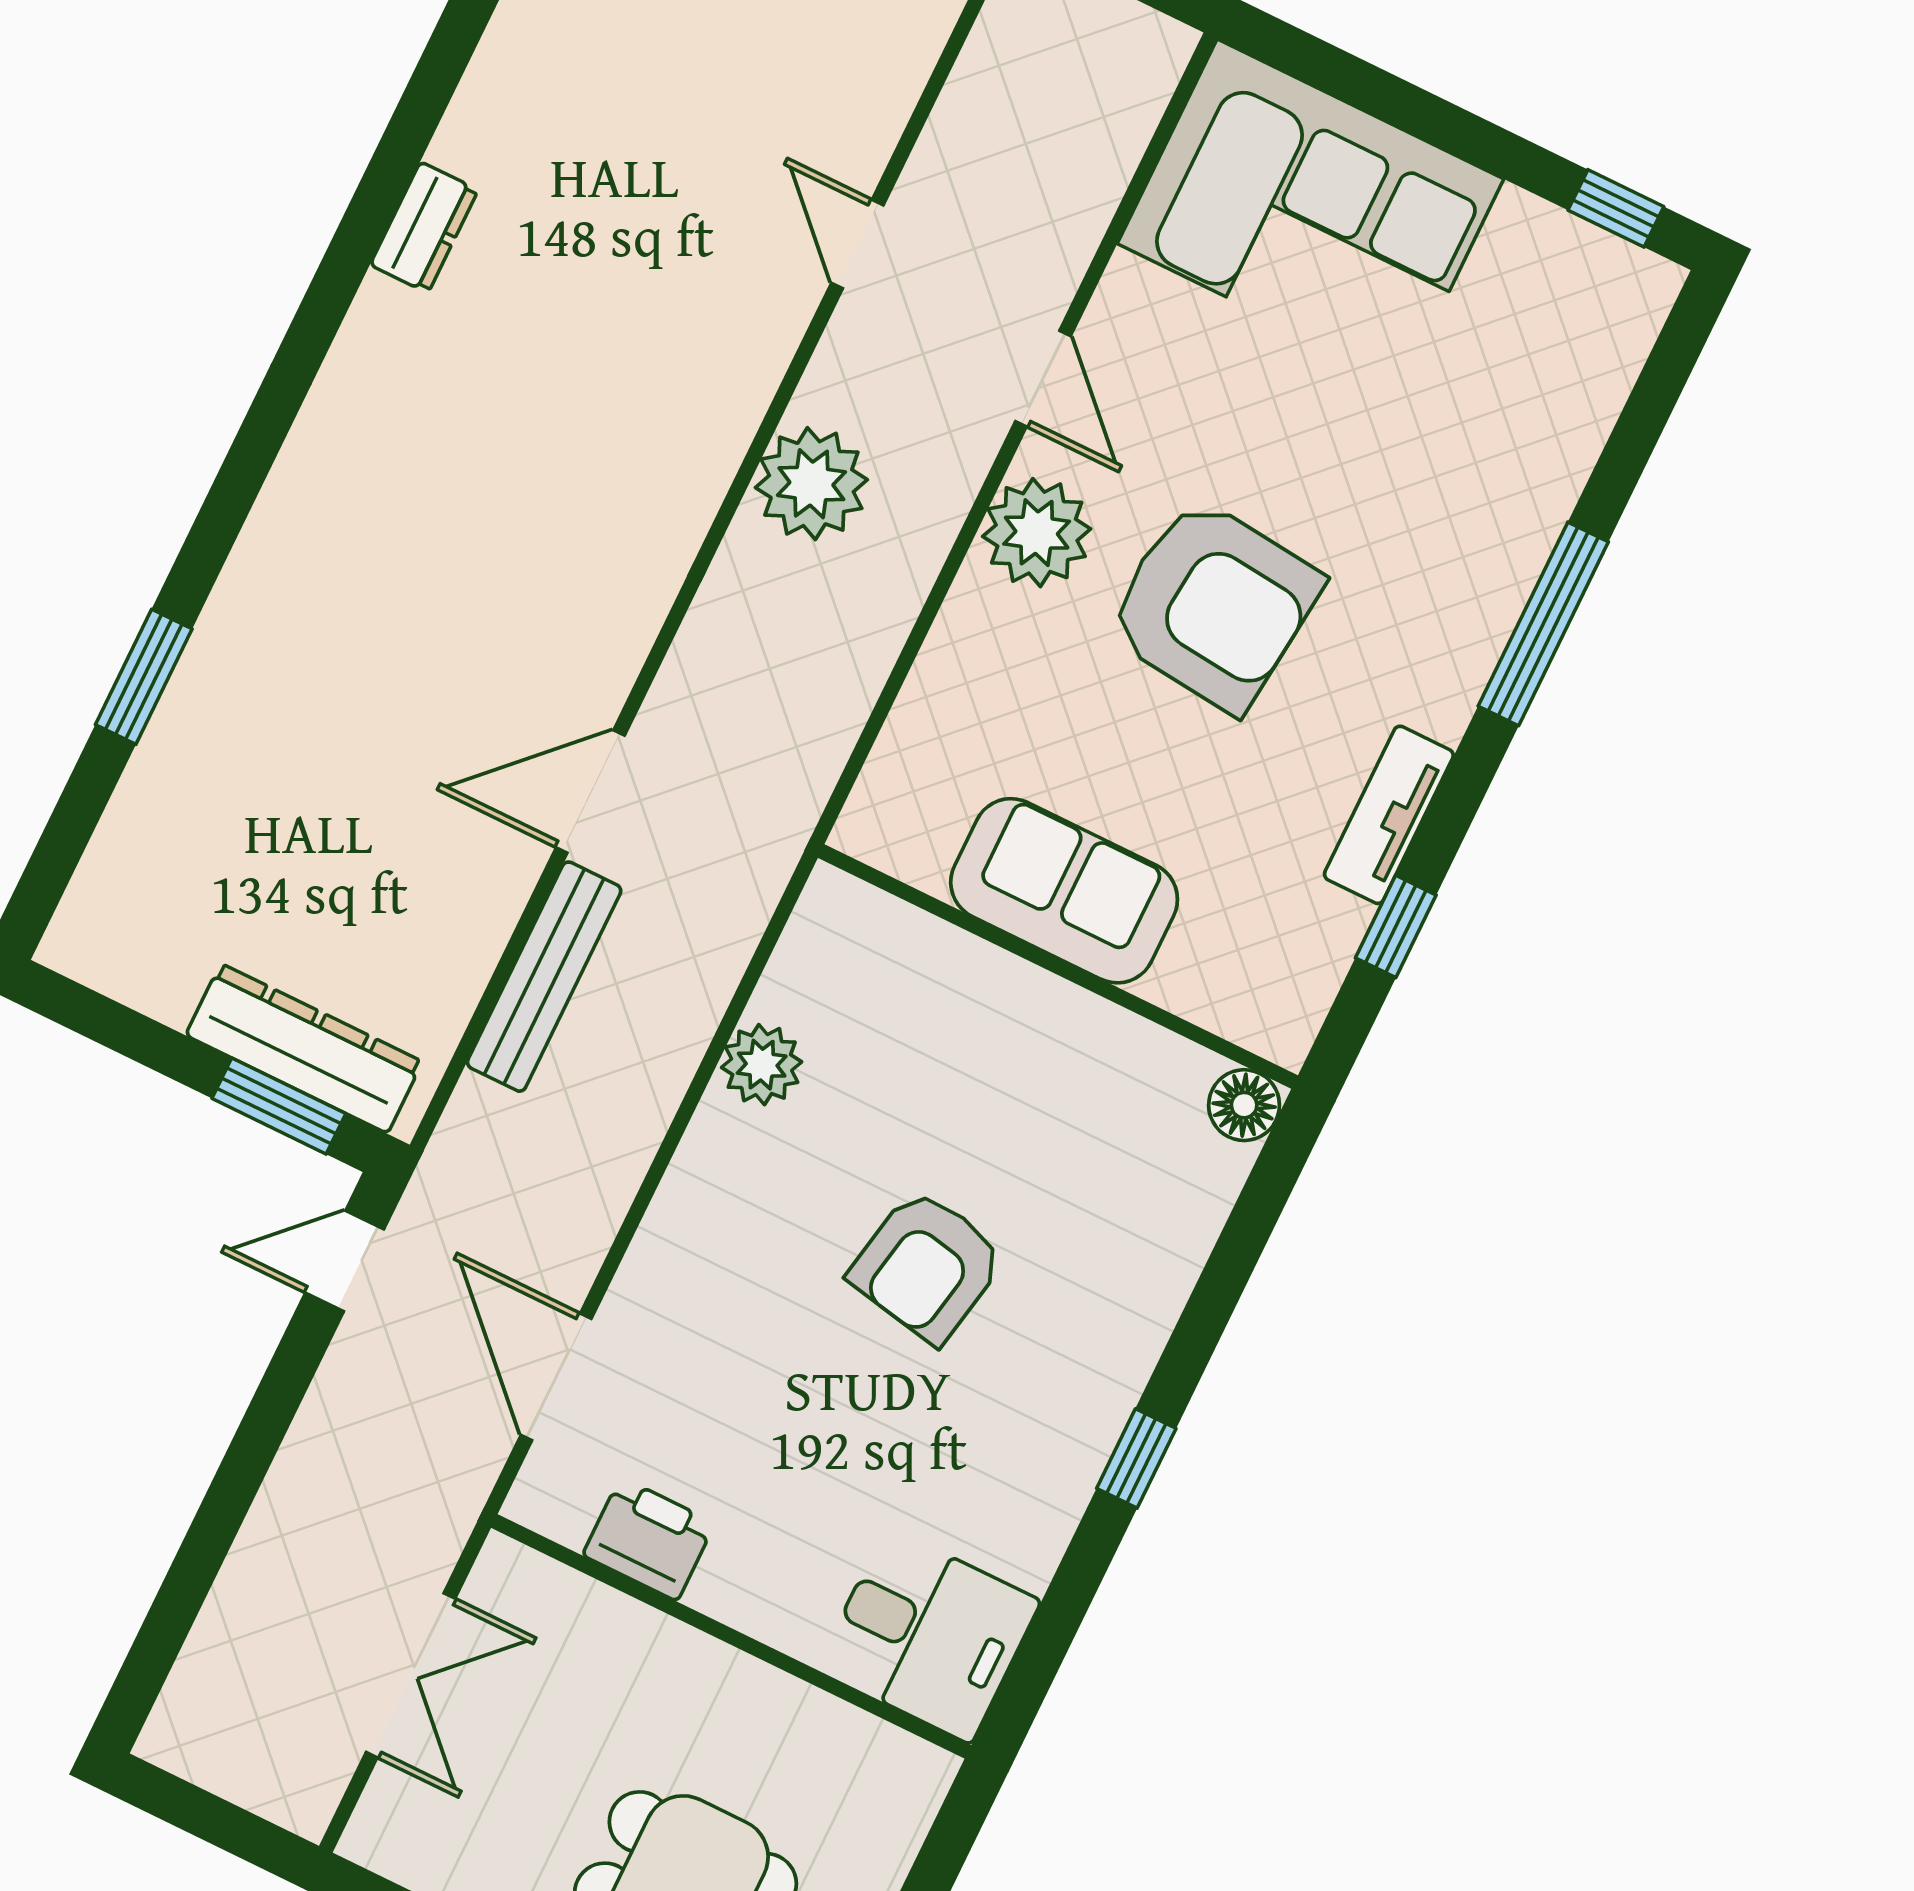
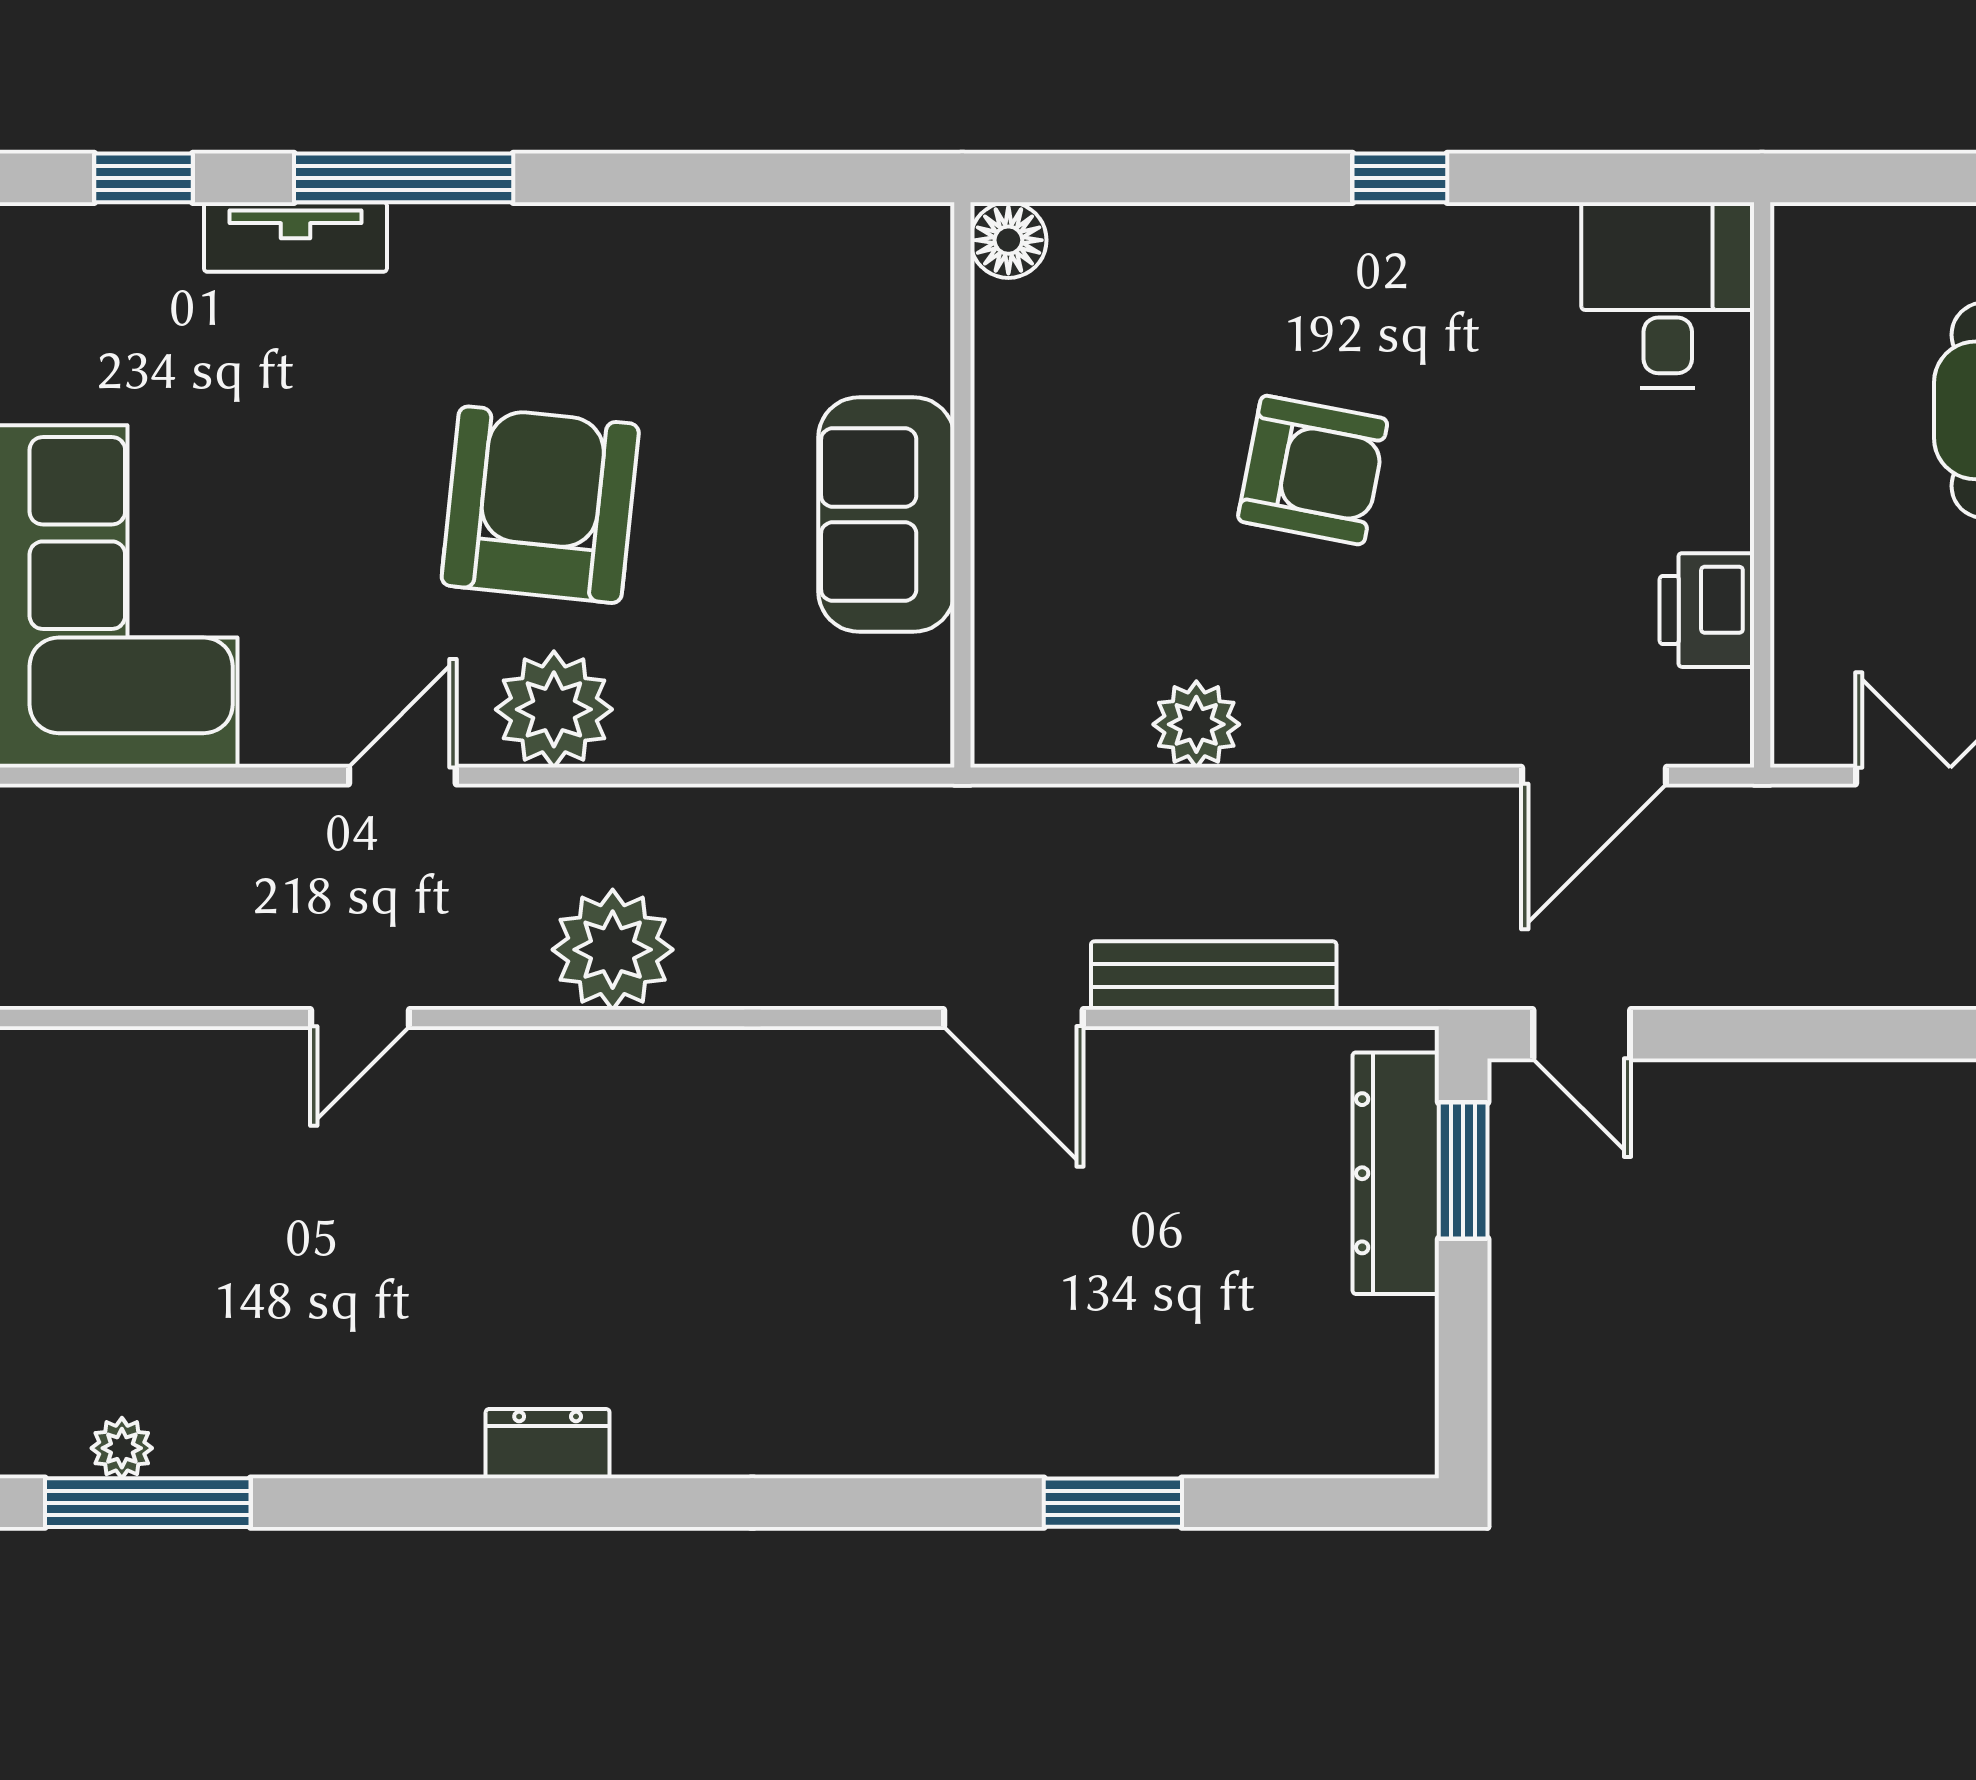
tv unit: (1389, 815) -> (295, 237), moved
window: (1396, 926) -> (144, 178), moved

